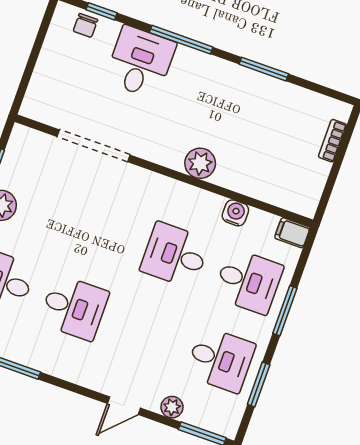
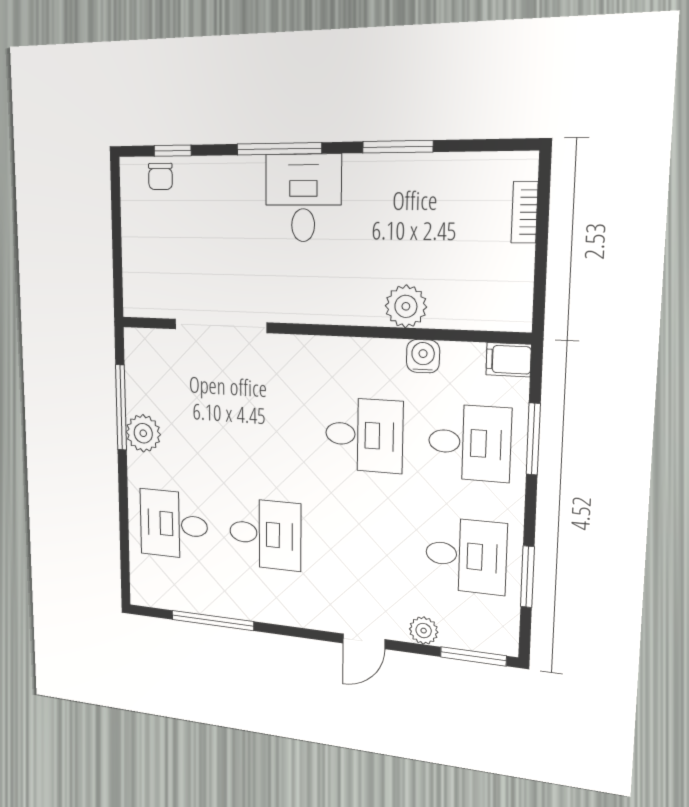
desk: (140, 62) -> (303, 198), moved
plant: (200, 163) -> (406, 306), moved
desk: (175, 255) -> (364, 435), turned 180
window: (285, 311) -> (533, 439), moved

